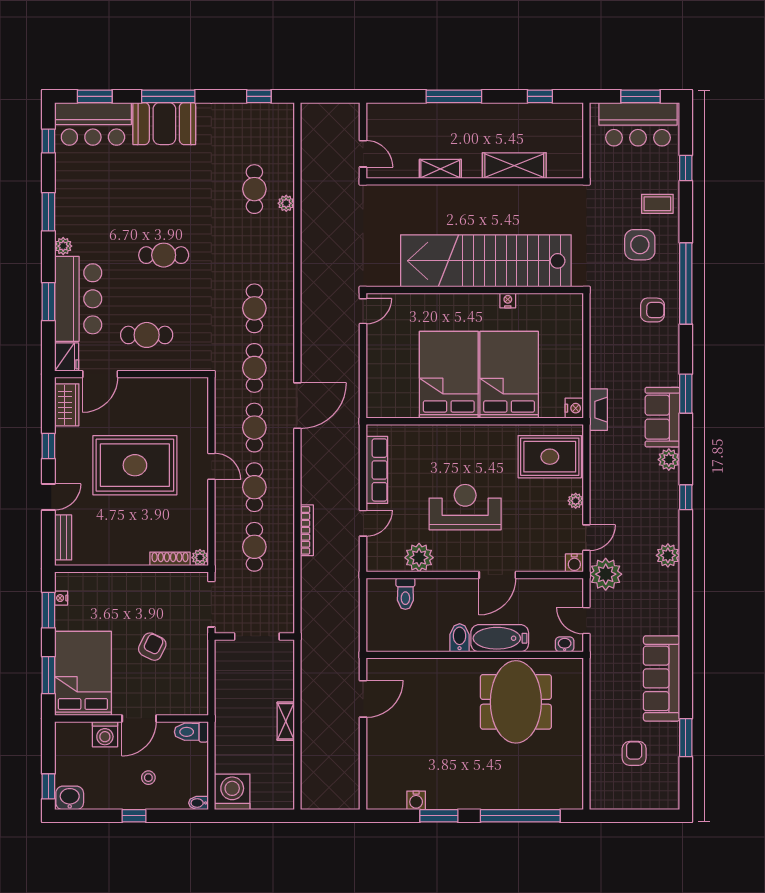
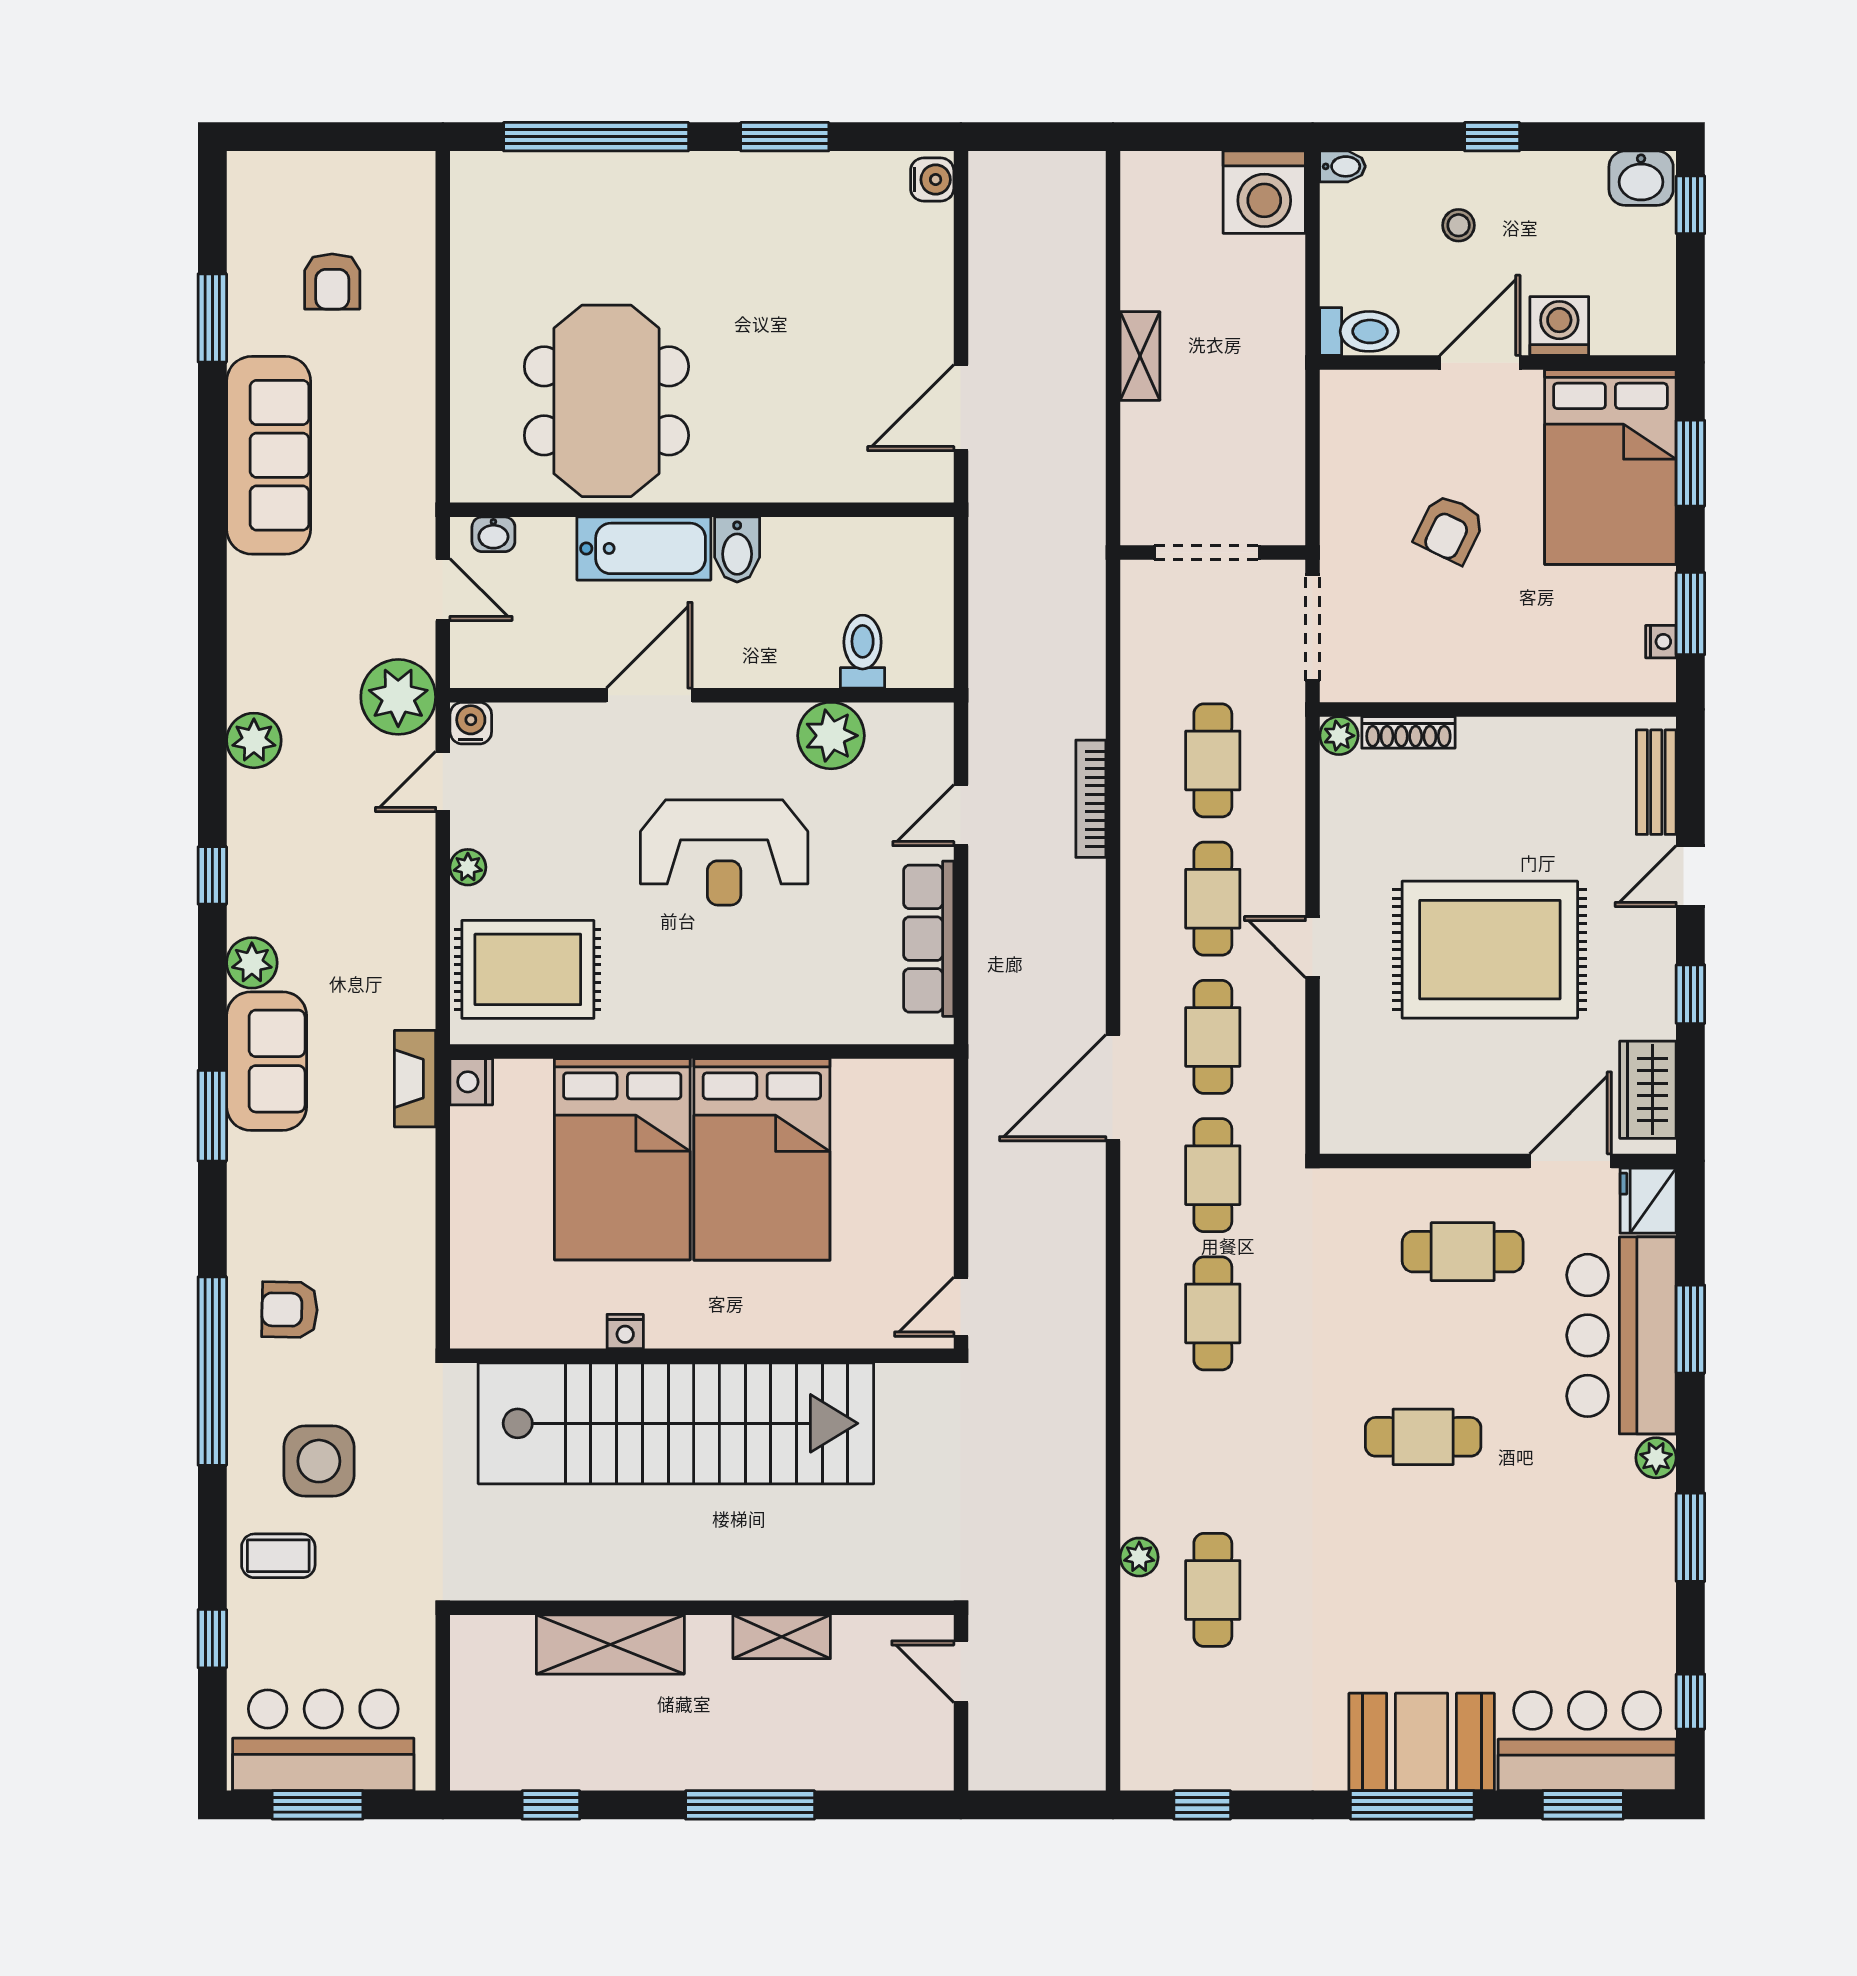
water cooler: (416, 800) -> (932, 180), moved, turned 90

